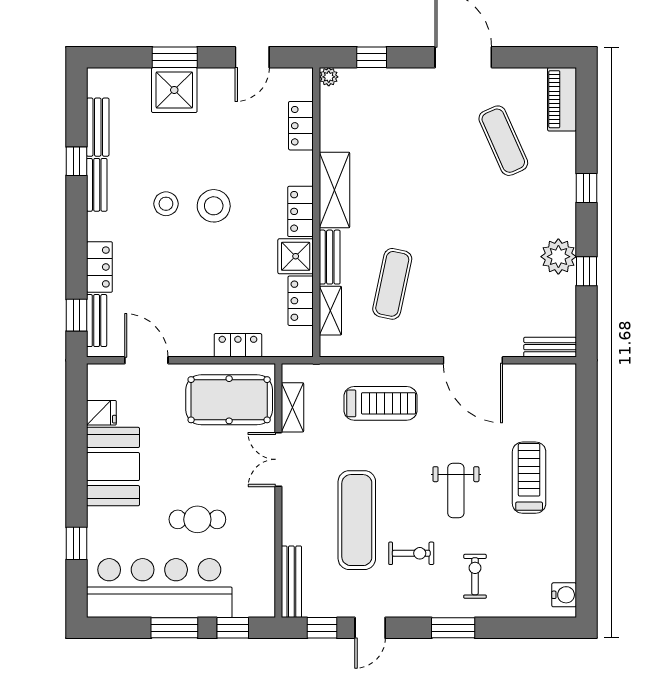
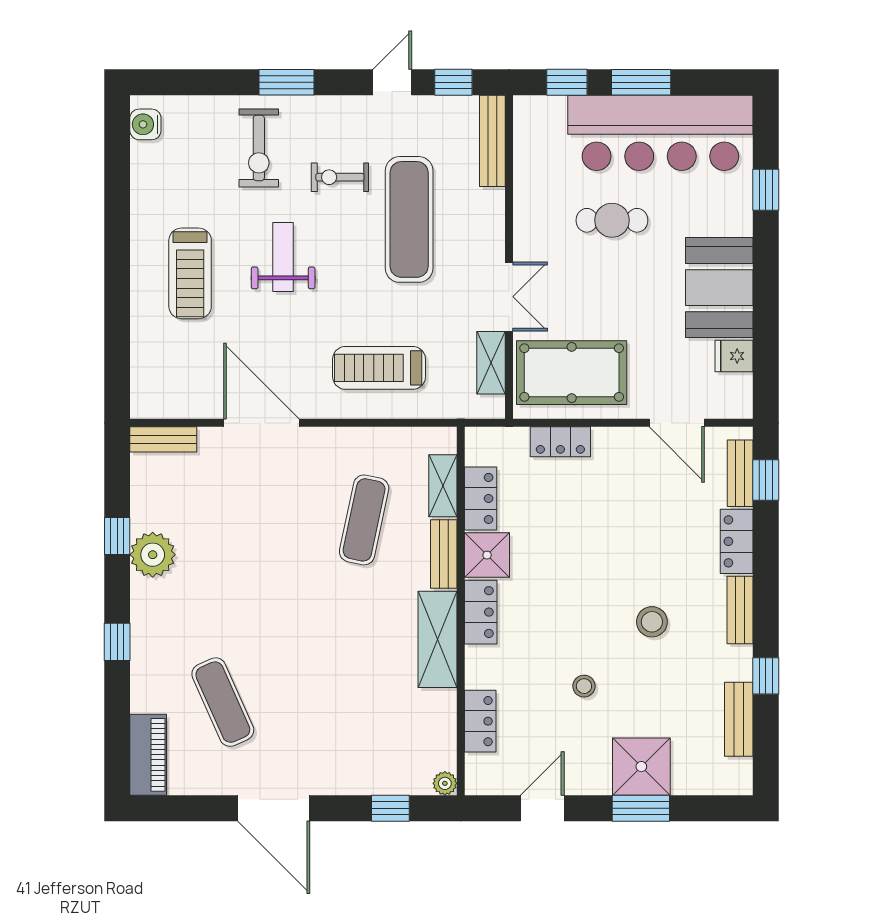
bench: (97, 185) -> (740, 610), moved
stool: (214, 206) -> (584, 686), moved, width x0.53, depth x0.53
exercise bike: (475, 576) -> (259, 148), width x1.38, depth x1.39

